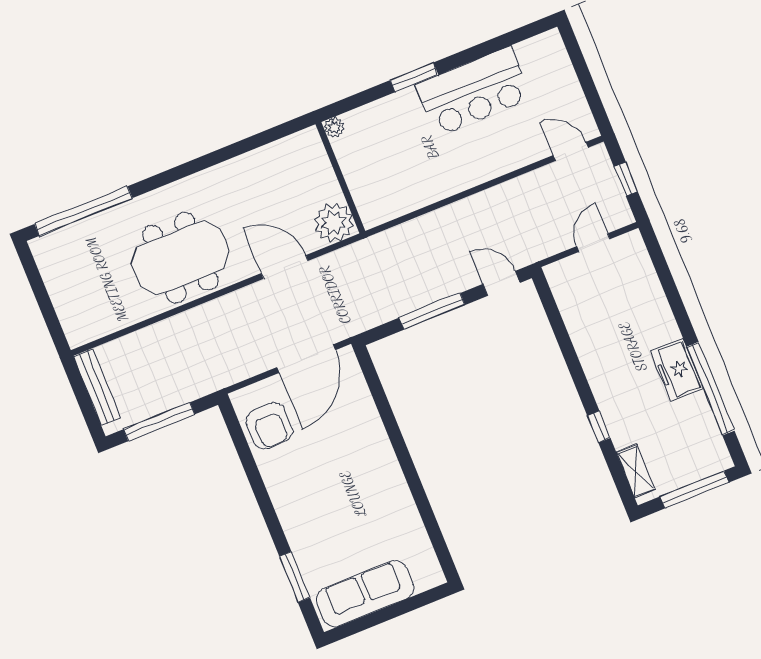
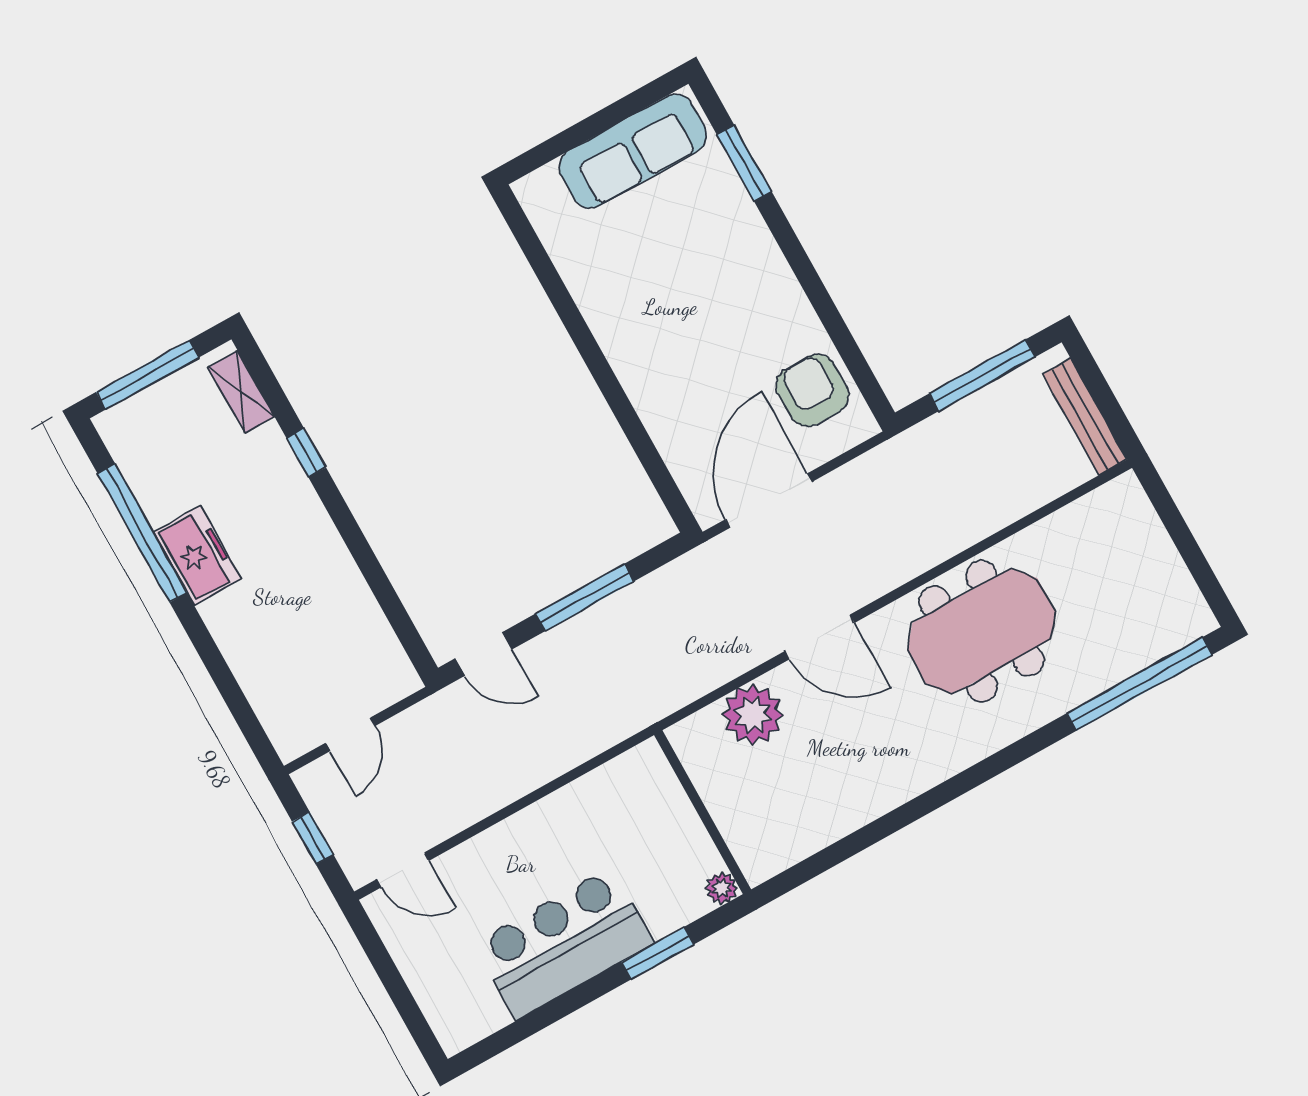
plant: (334, 128) -> (722, 888), moved
wall: (340, 178) -> (703, 812), moved

